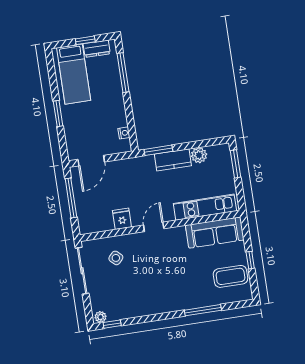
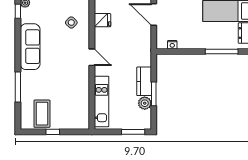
window: (158, 150) -> (154, 94), moved
fridge: (122, 219) -> (102, 20), moved
sofa: (215, 233) -> (30, 47), moved, turned 180

